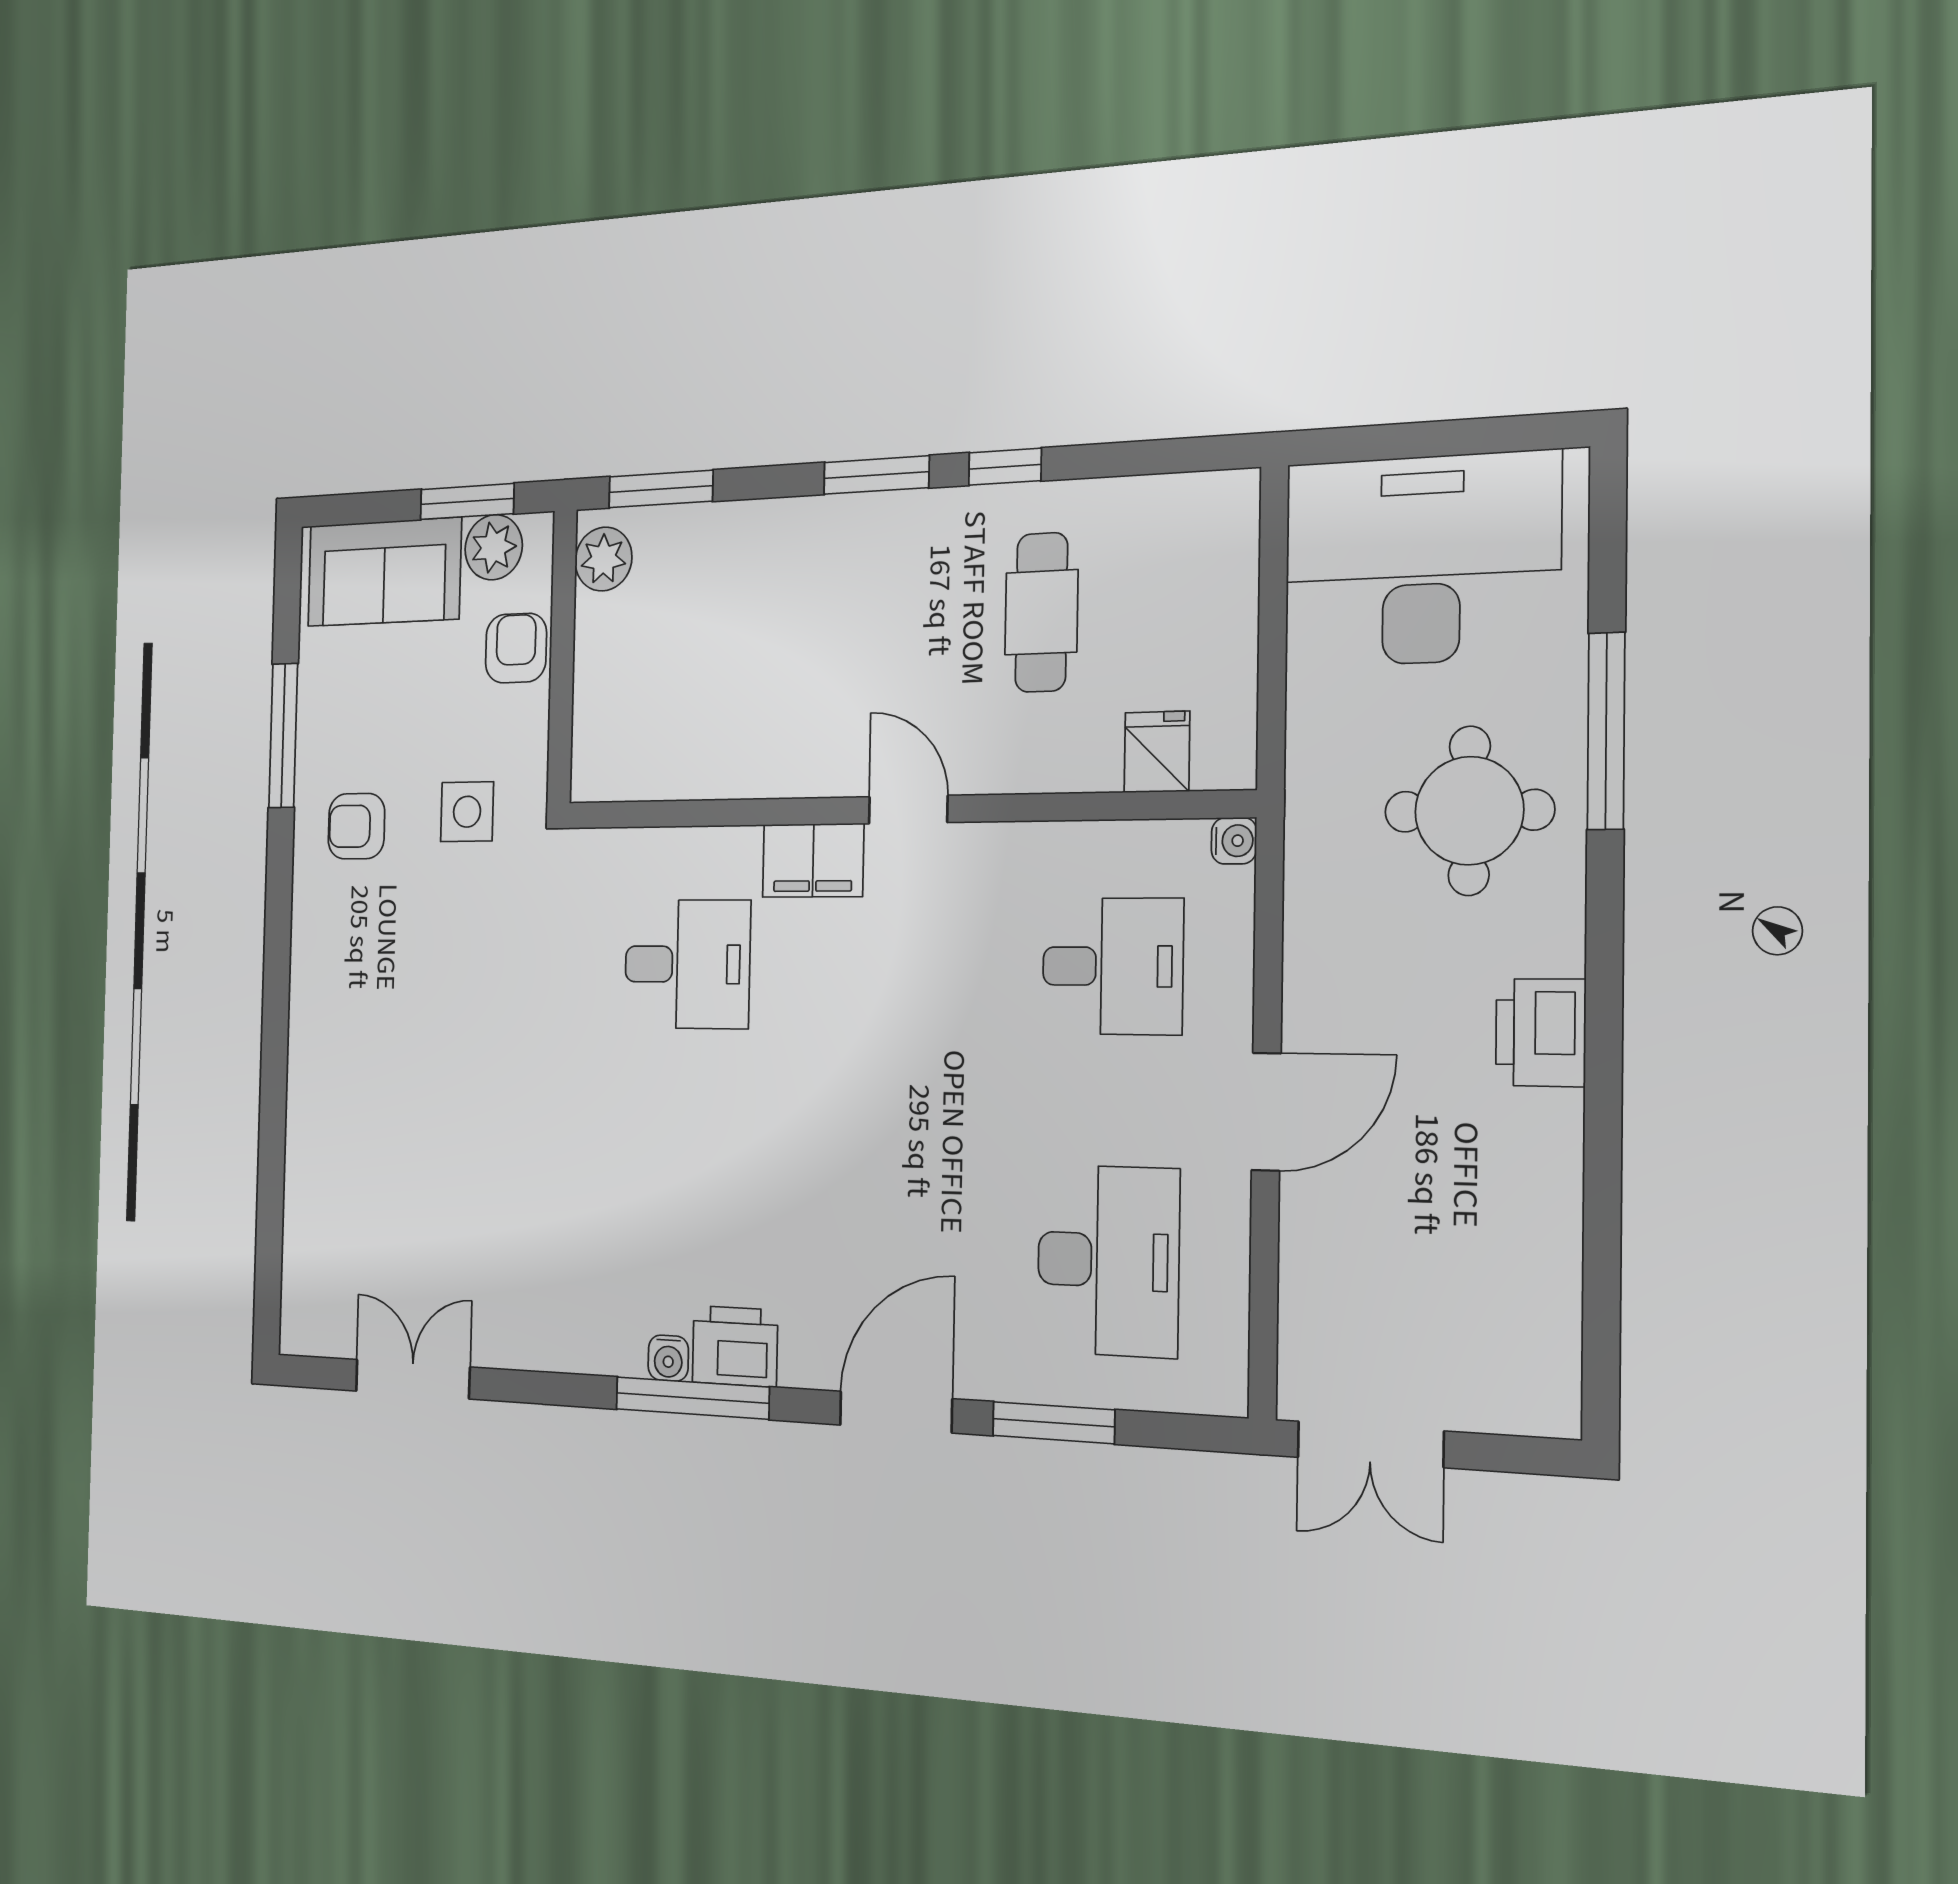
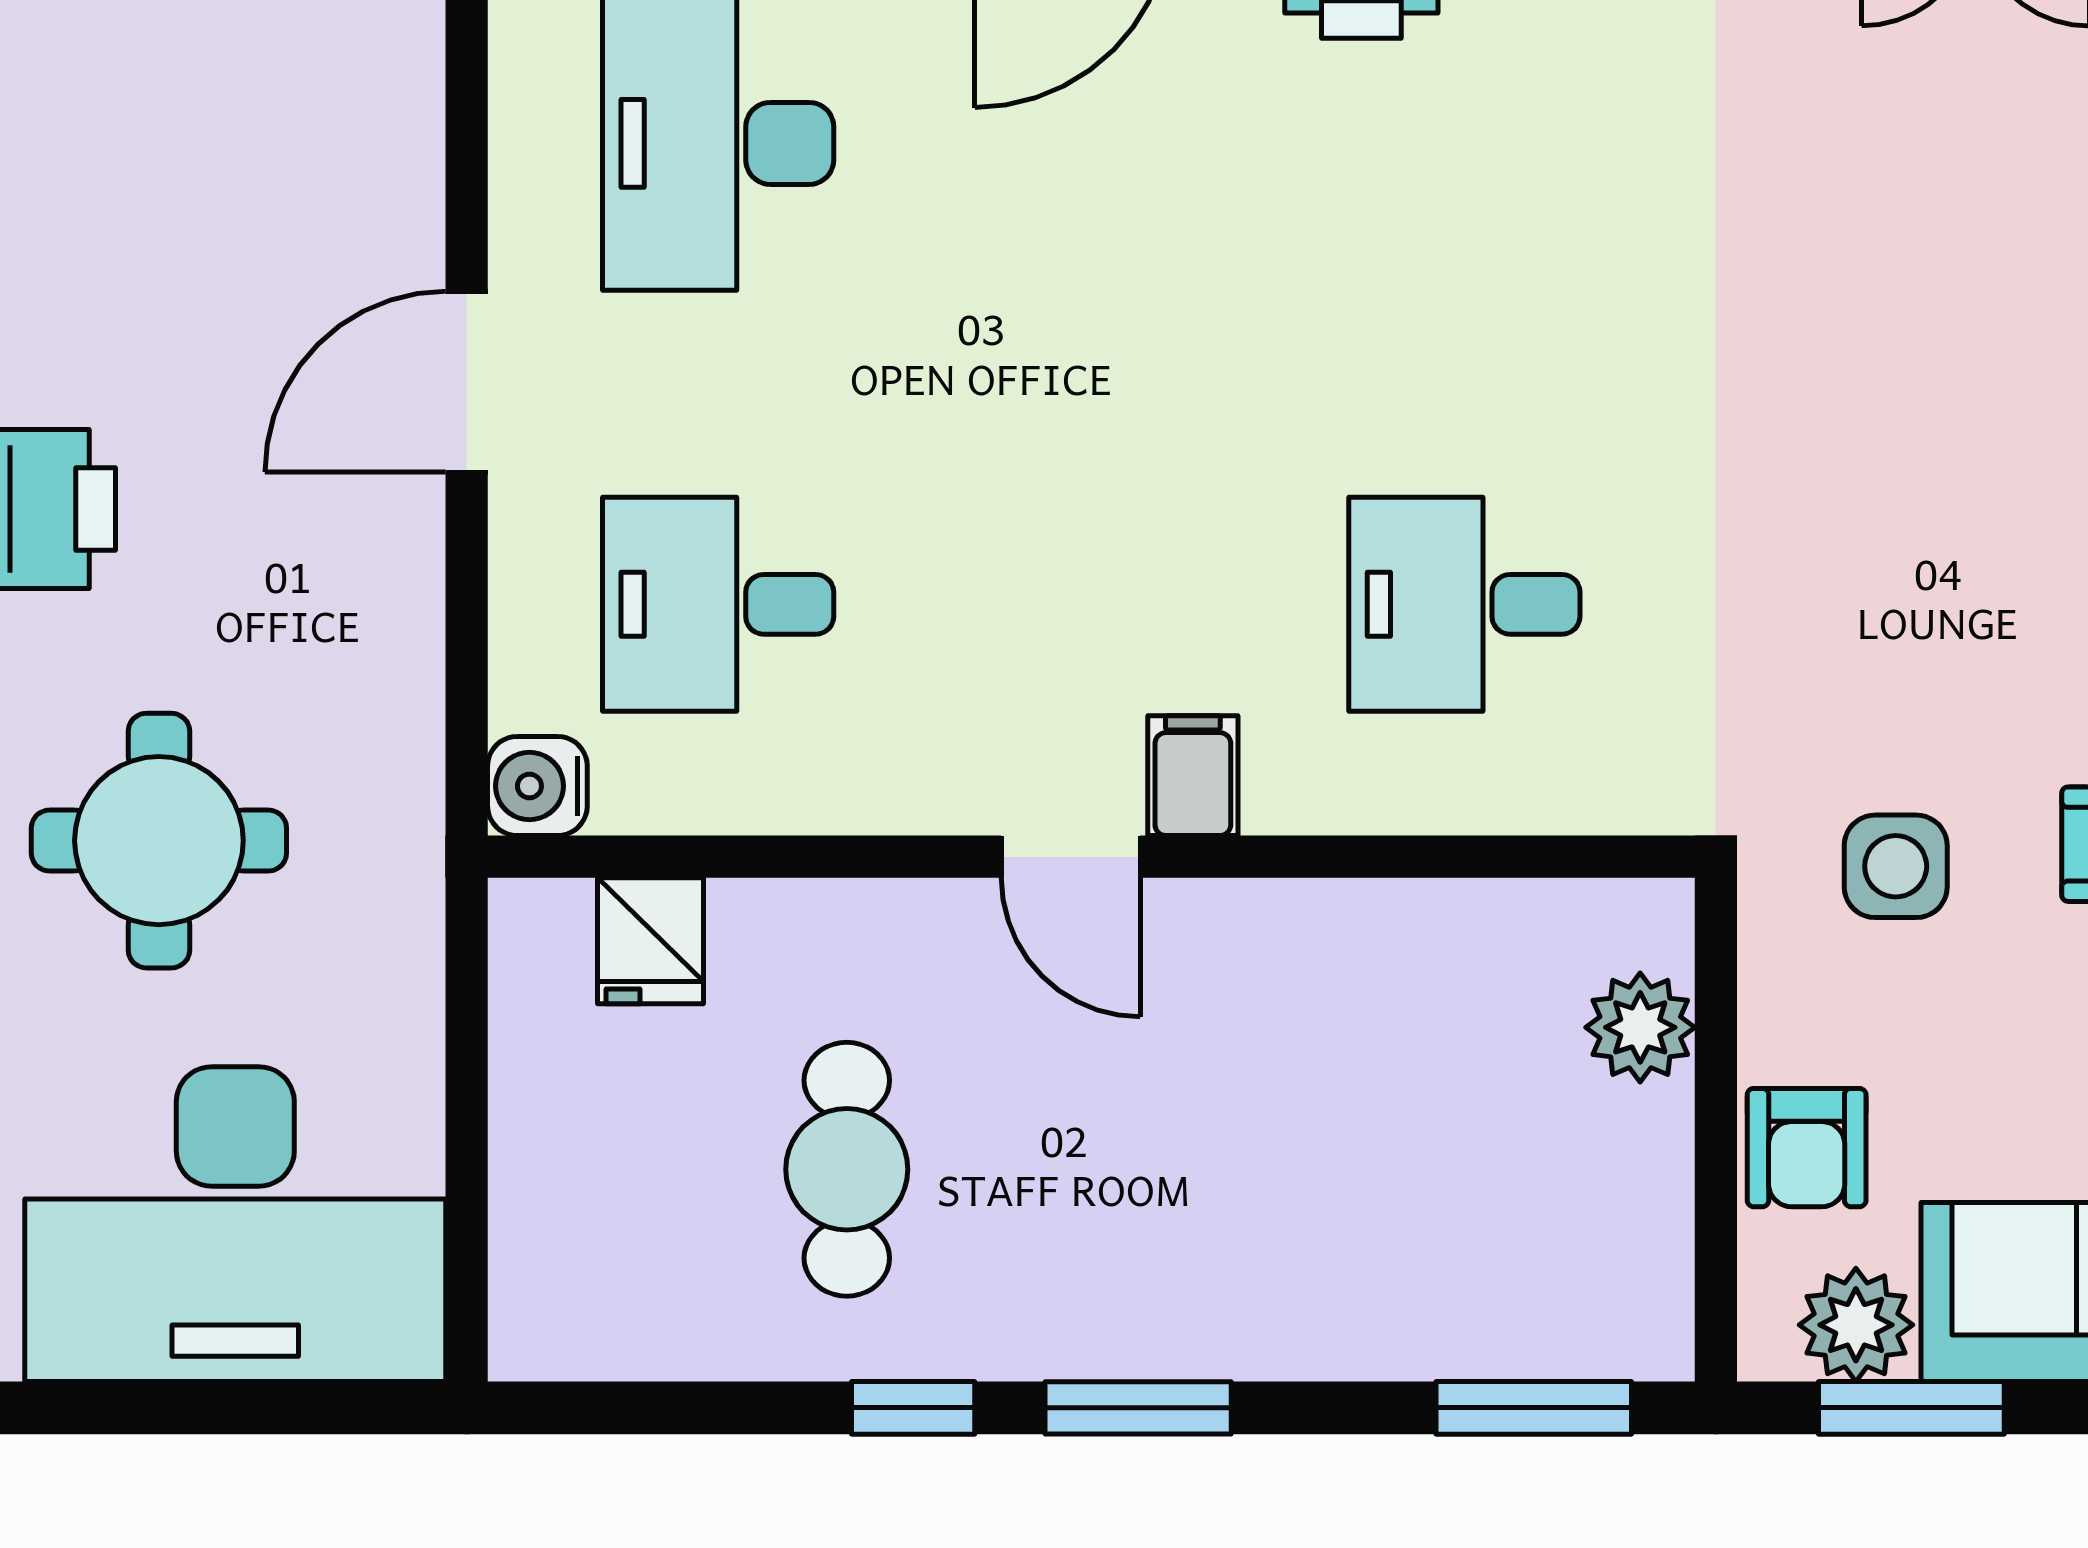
plant: (603, 559) -> (1640, 1027), moved
water cooler: (1234, 841) -> (537, 786), width x1.38, depth x1.38
filing cabinet: (813, 860) -> (1193, 776), width x0.50

